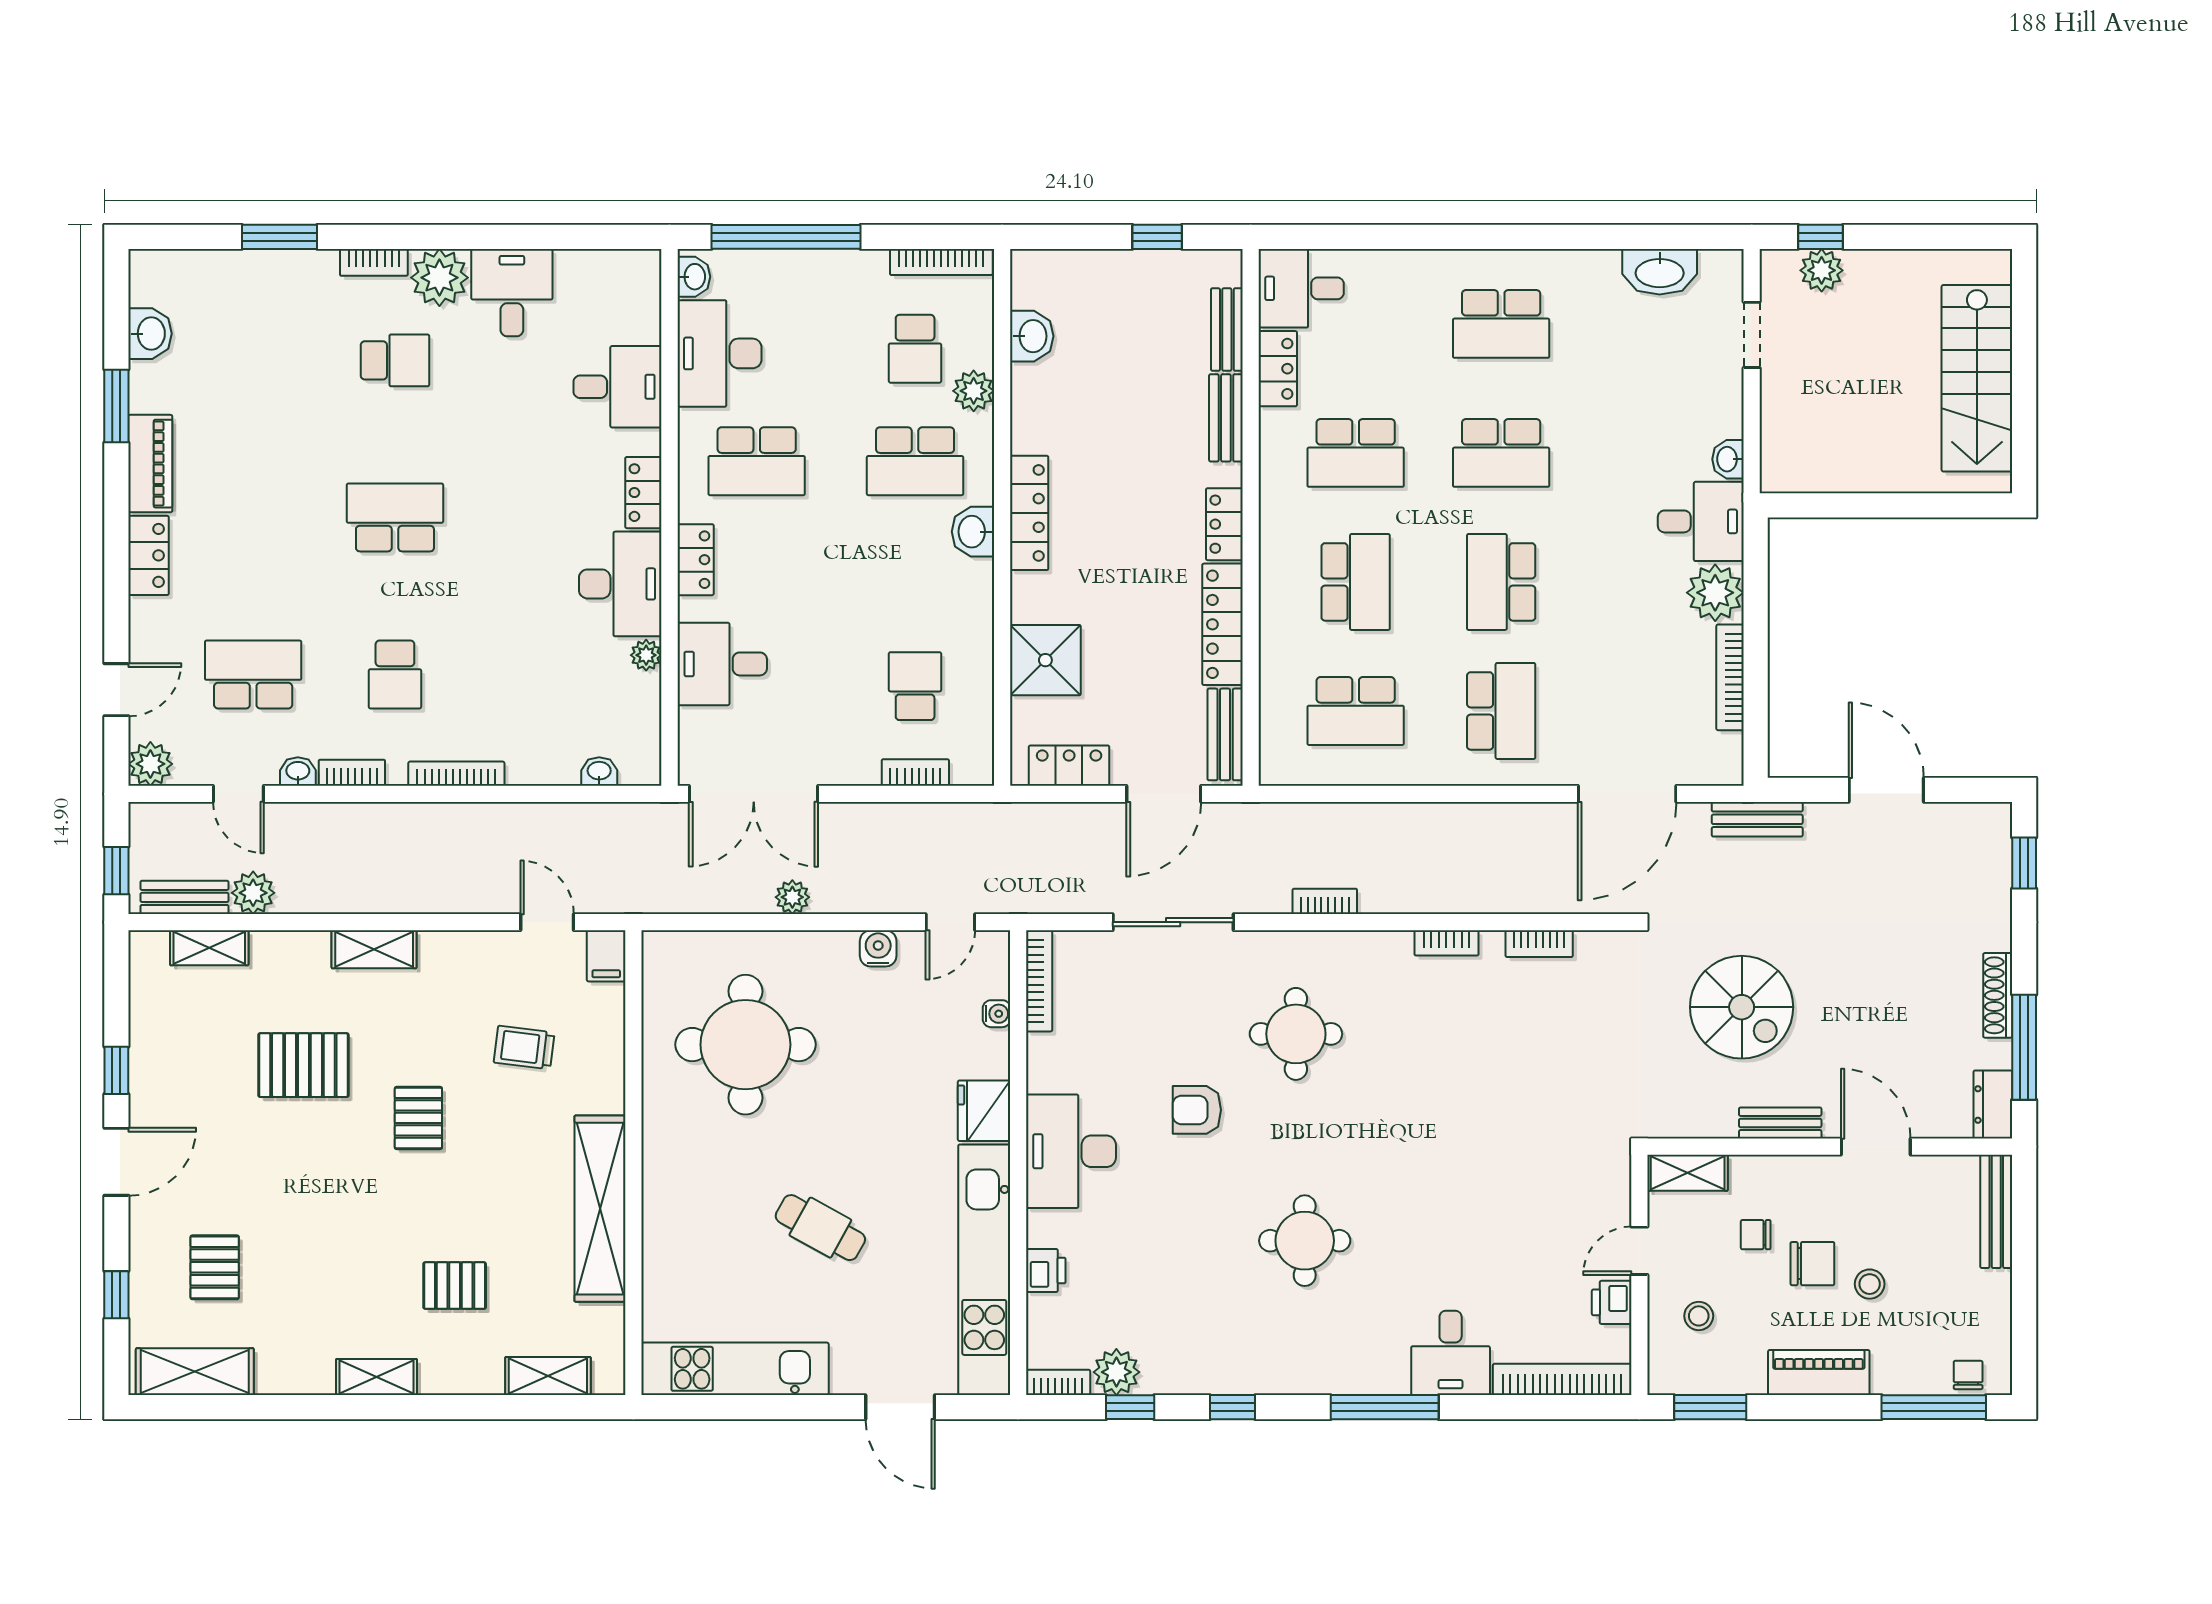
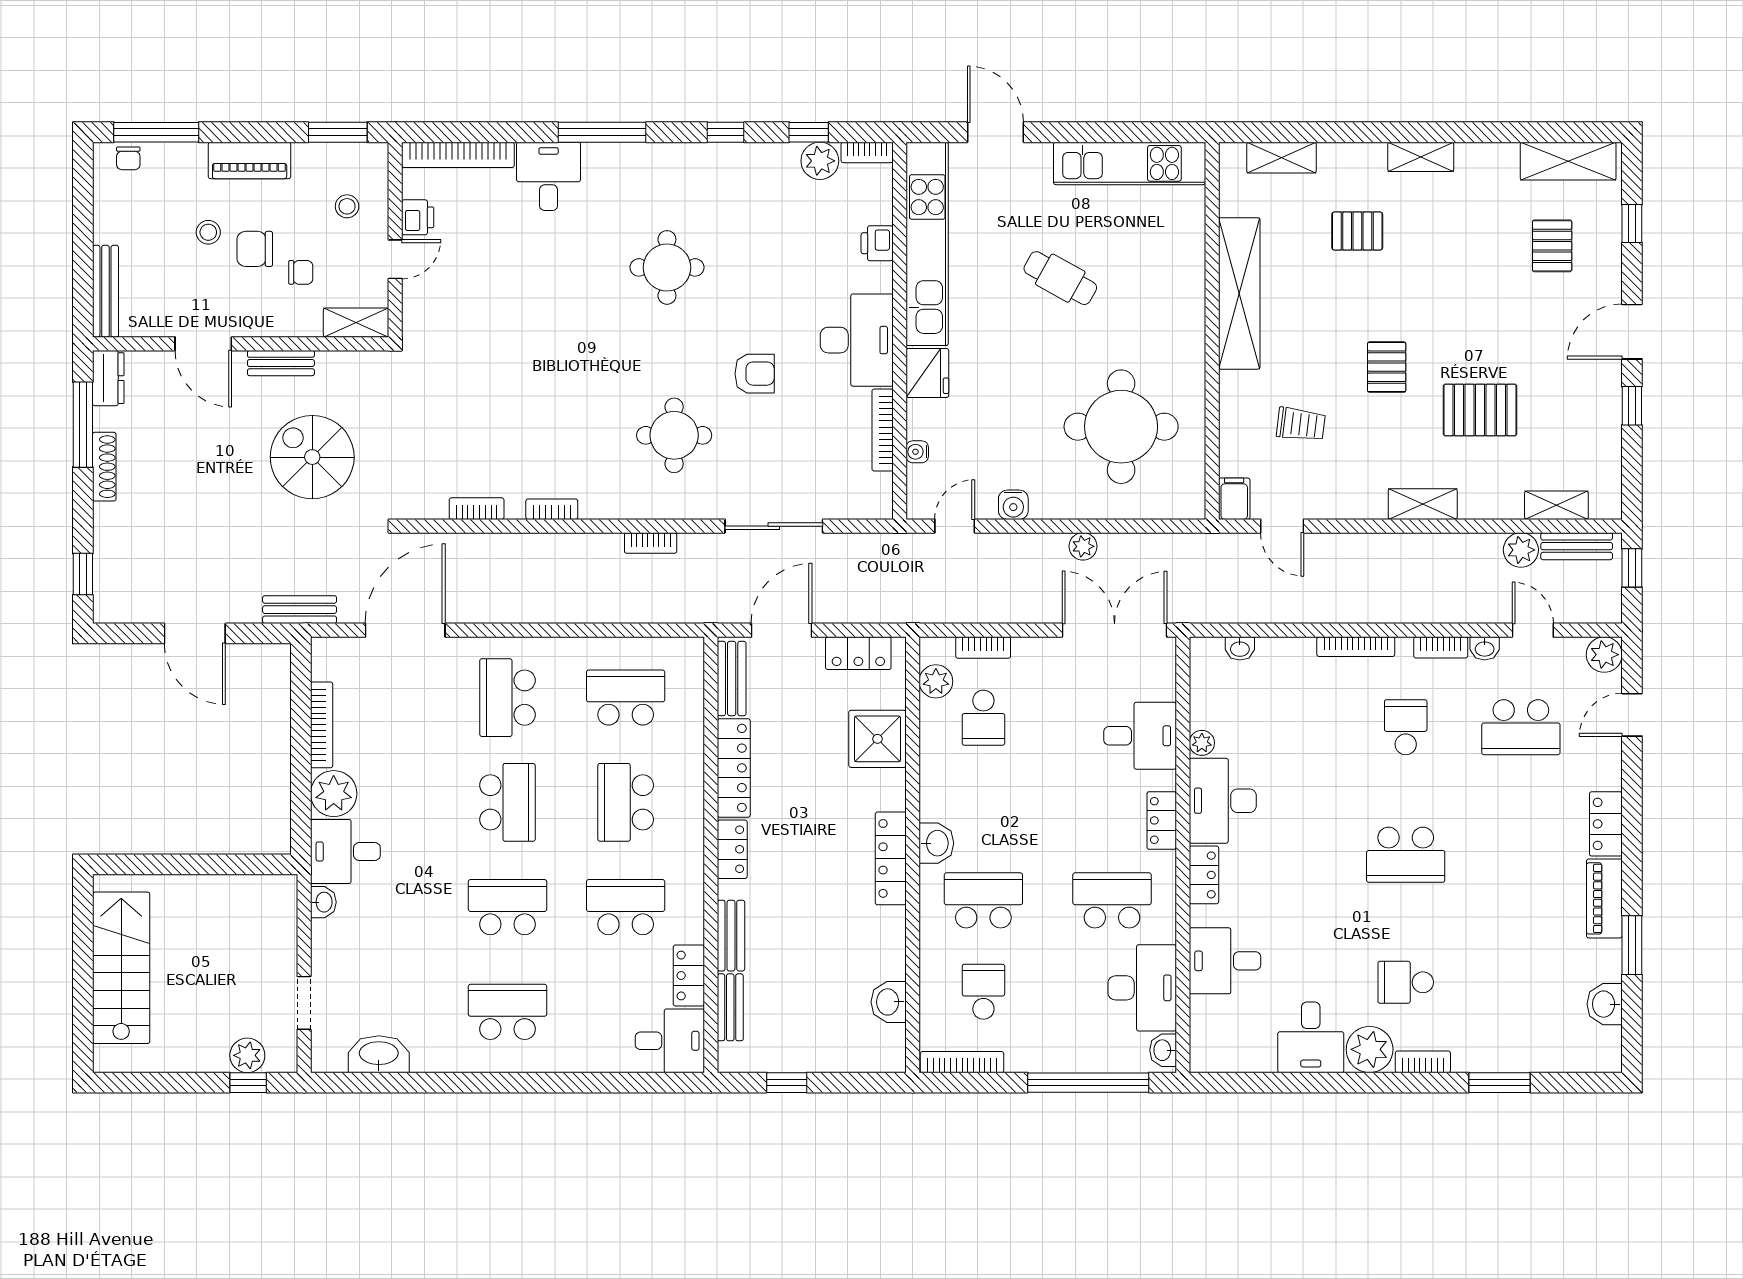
plant: (974, 391) -> (936, 681), moved
bookcase: (1039, 981) -> (883, 430), moved

